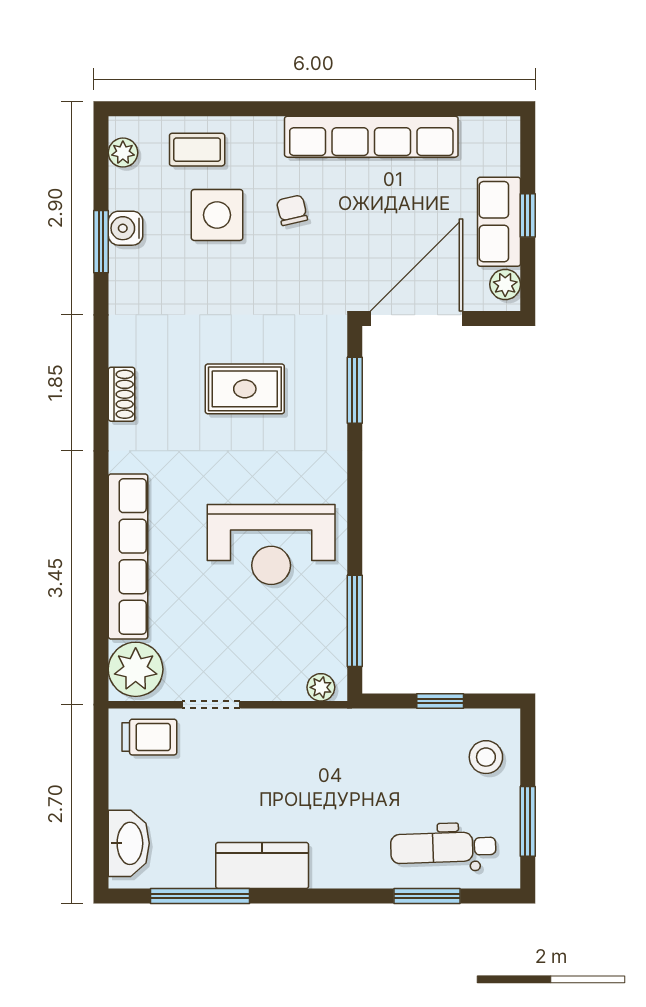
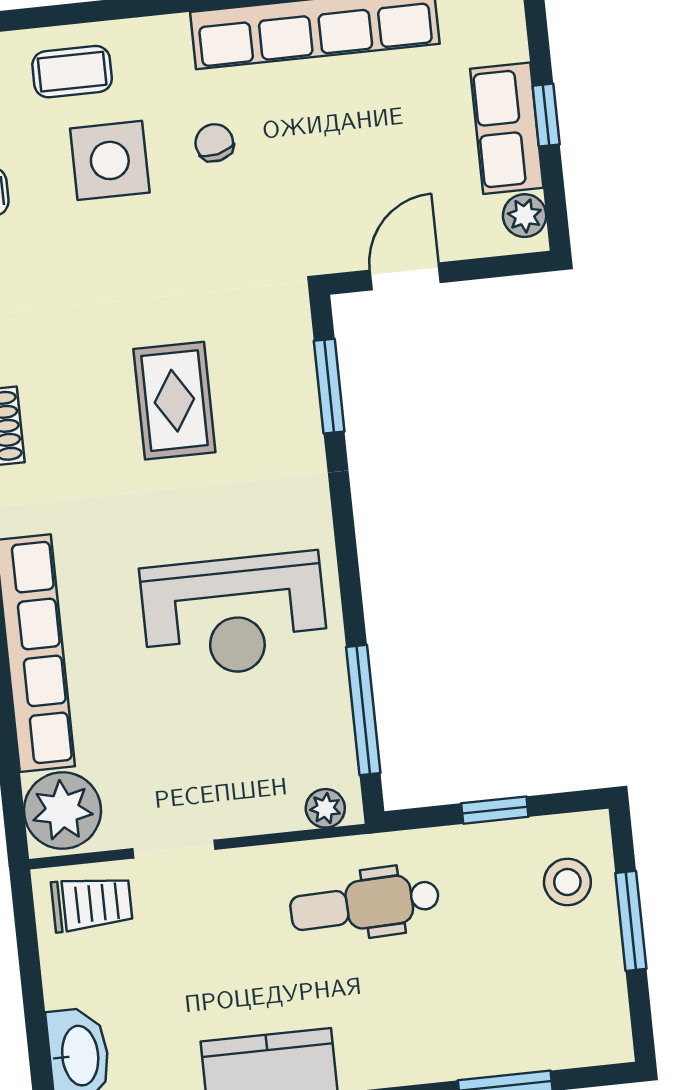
door: (417, 318) -> (405, 276), width x0.53
rug: (245, 389) -> (174, 401), turned 90
window: (528, 821) -> (631, 921), moved
dental chair: (443, 848) -> (365, 904), moved

